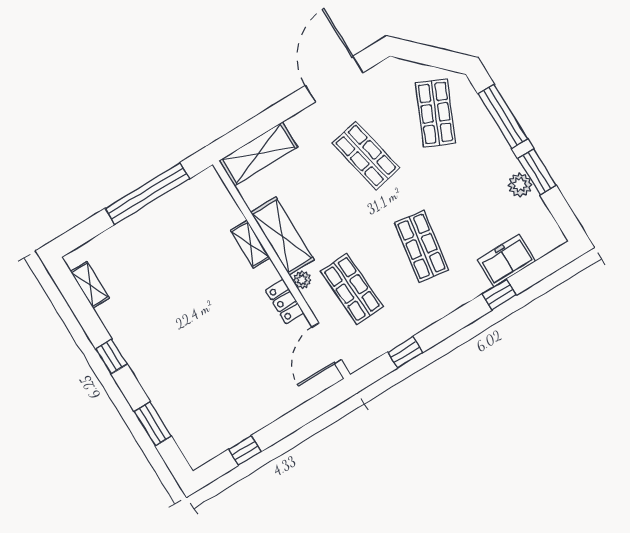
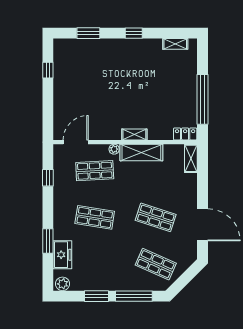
shelving: (258, 154) -> (191, 158), width x0.67, depth x0.75
shop shelf: (366, 156) -> (156, 217), turned 30
plant: (520, 185) -> (63, 284), moved
shelving: (250, 244) -> (134, 134), moved
window: (499, 295) -> (48, 241), width x1.50
locker: (285, 302) -> (185, 134), moved
door: (327, 343) -> (76, 142), hinge flipped

